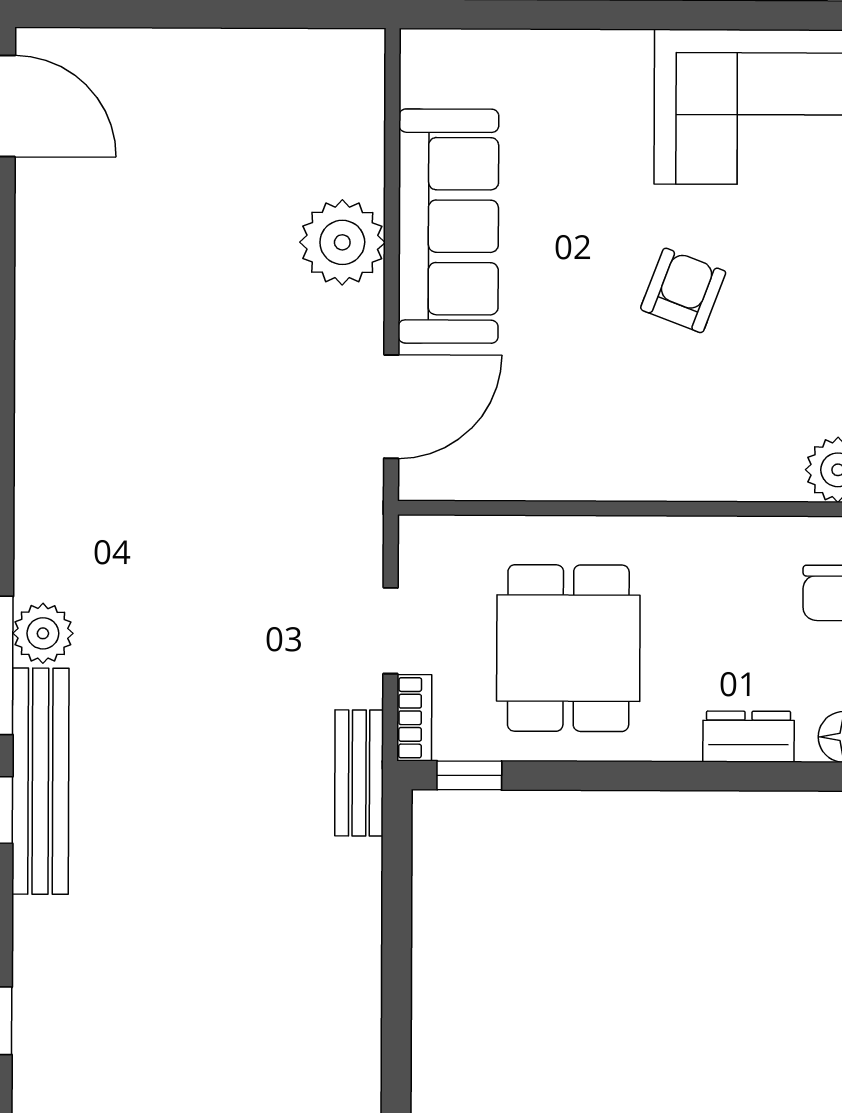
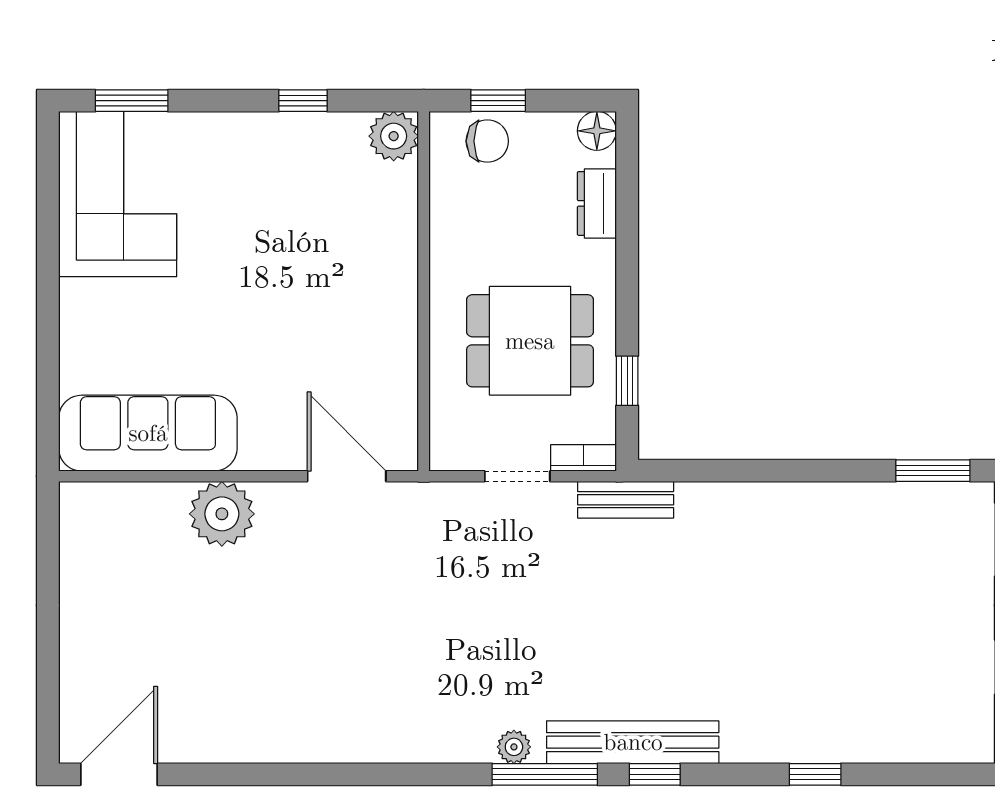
sofa: (448, 226) -> (148, 433), moved
armchair: (683, 290) -> (258, 254), removed
plant: (43, 633) -> (514, 747), width x0.73, depth x0.73
window: (469, 775) -> (627, 381), moved

